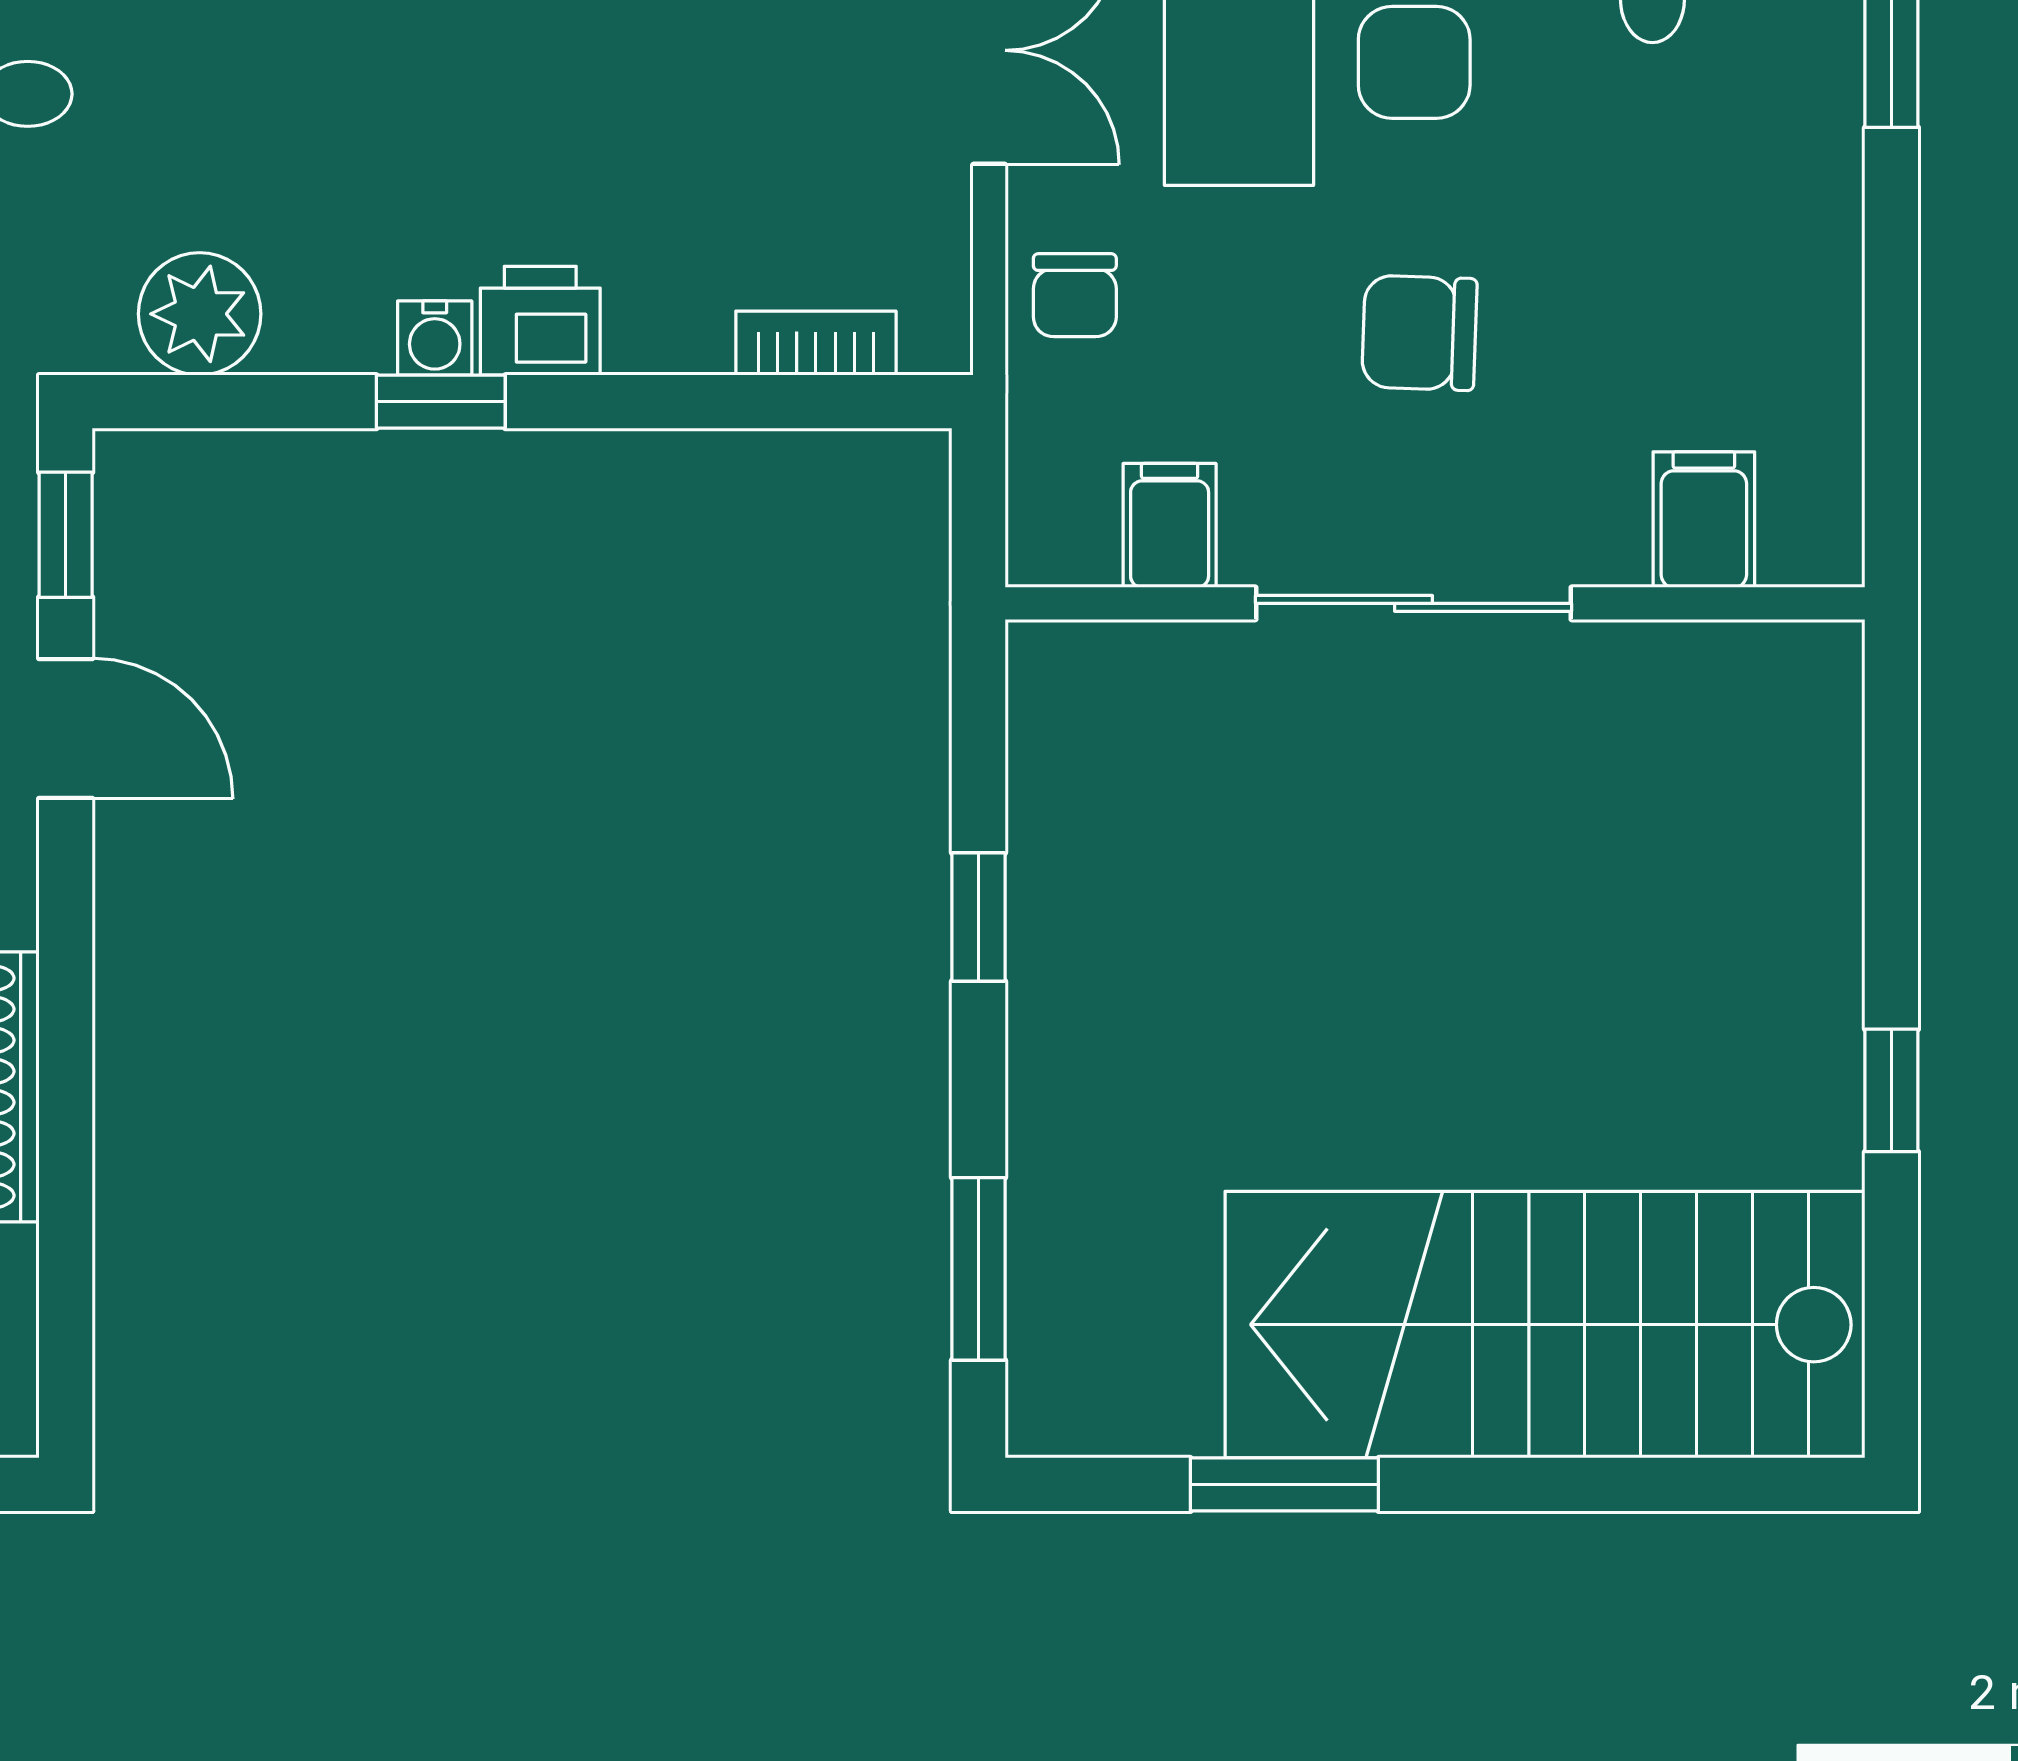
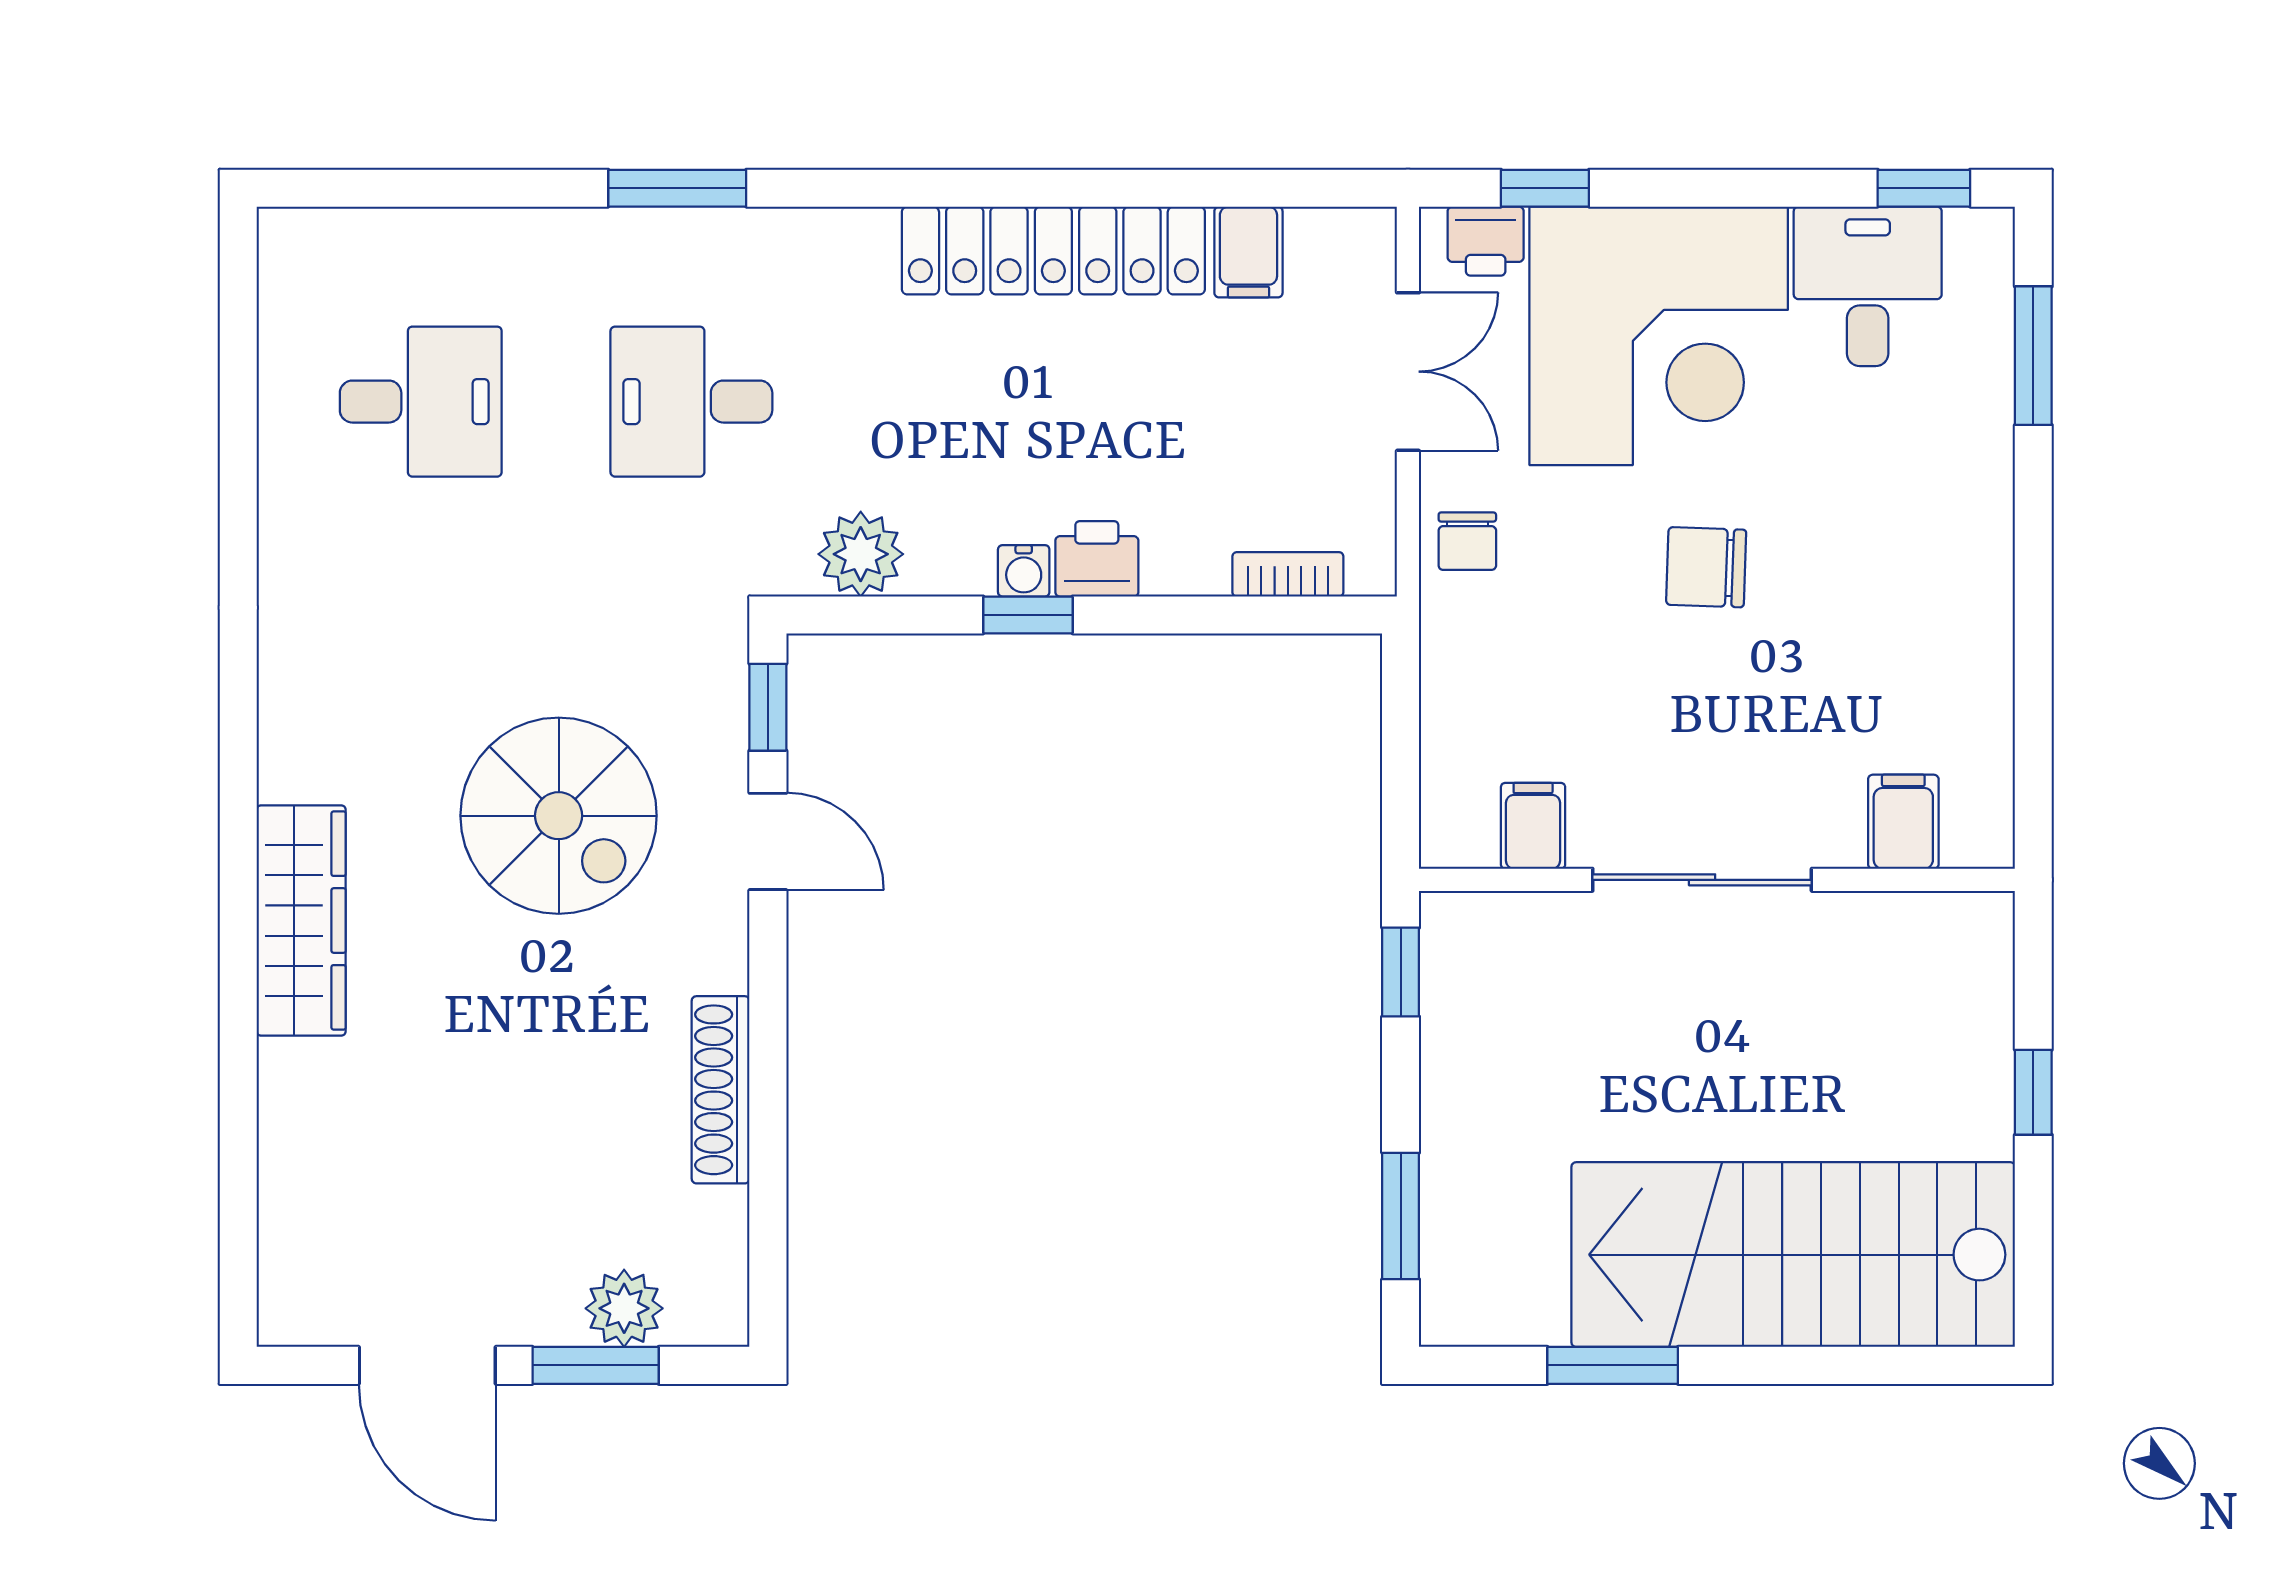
filing cabinet: (1704, 520) -> (1903, 822), moved
filing cabinet: (1170, 525) -> (1533, 826), moved
sliding door: (1414, 603) -> (1702, 880), moved
wall: (1435, 603) -> (1717, 880), moved

